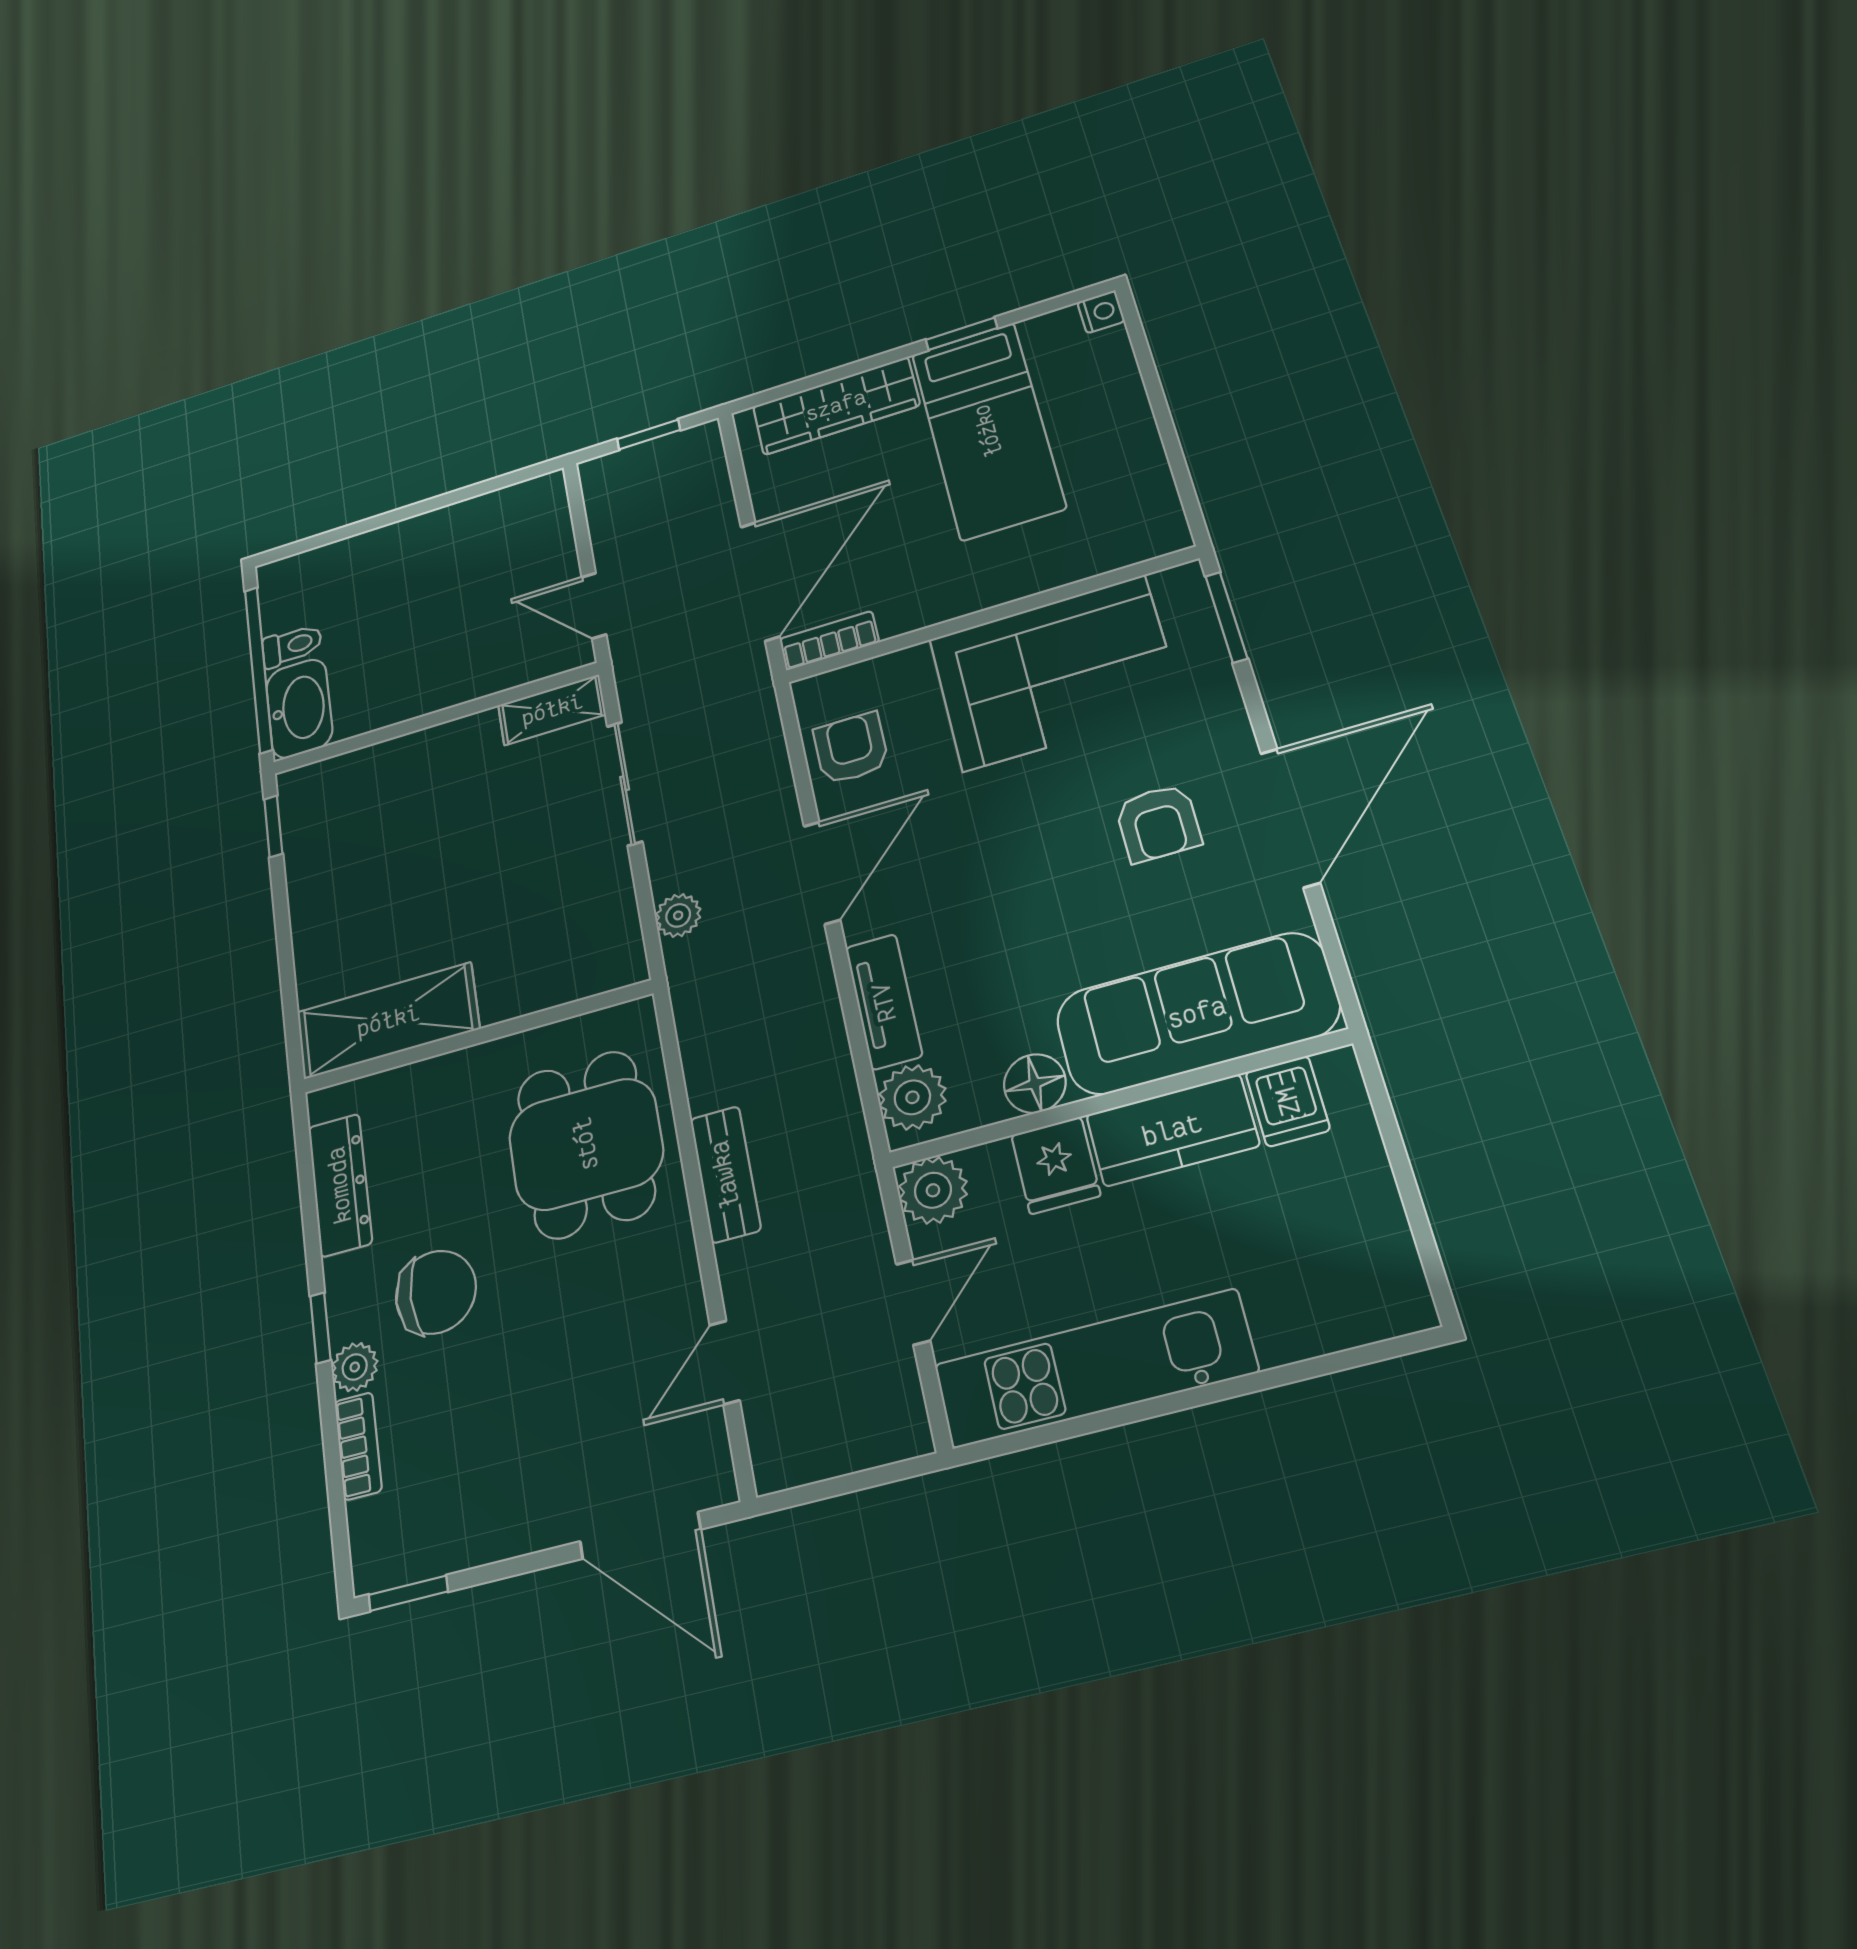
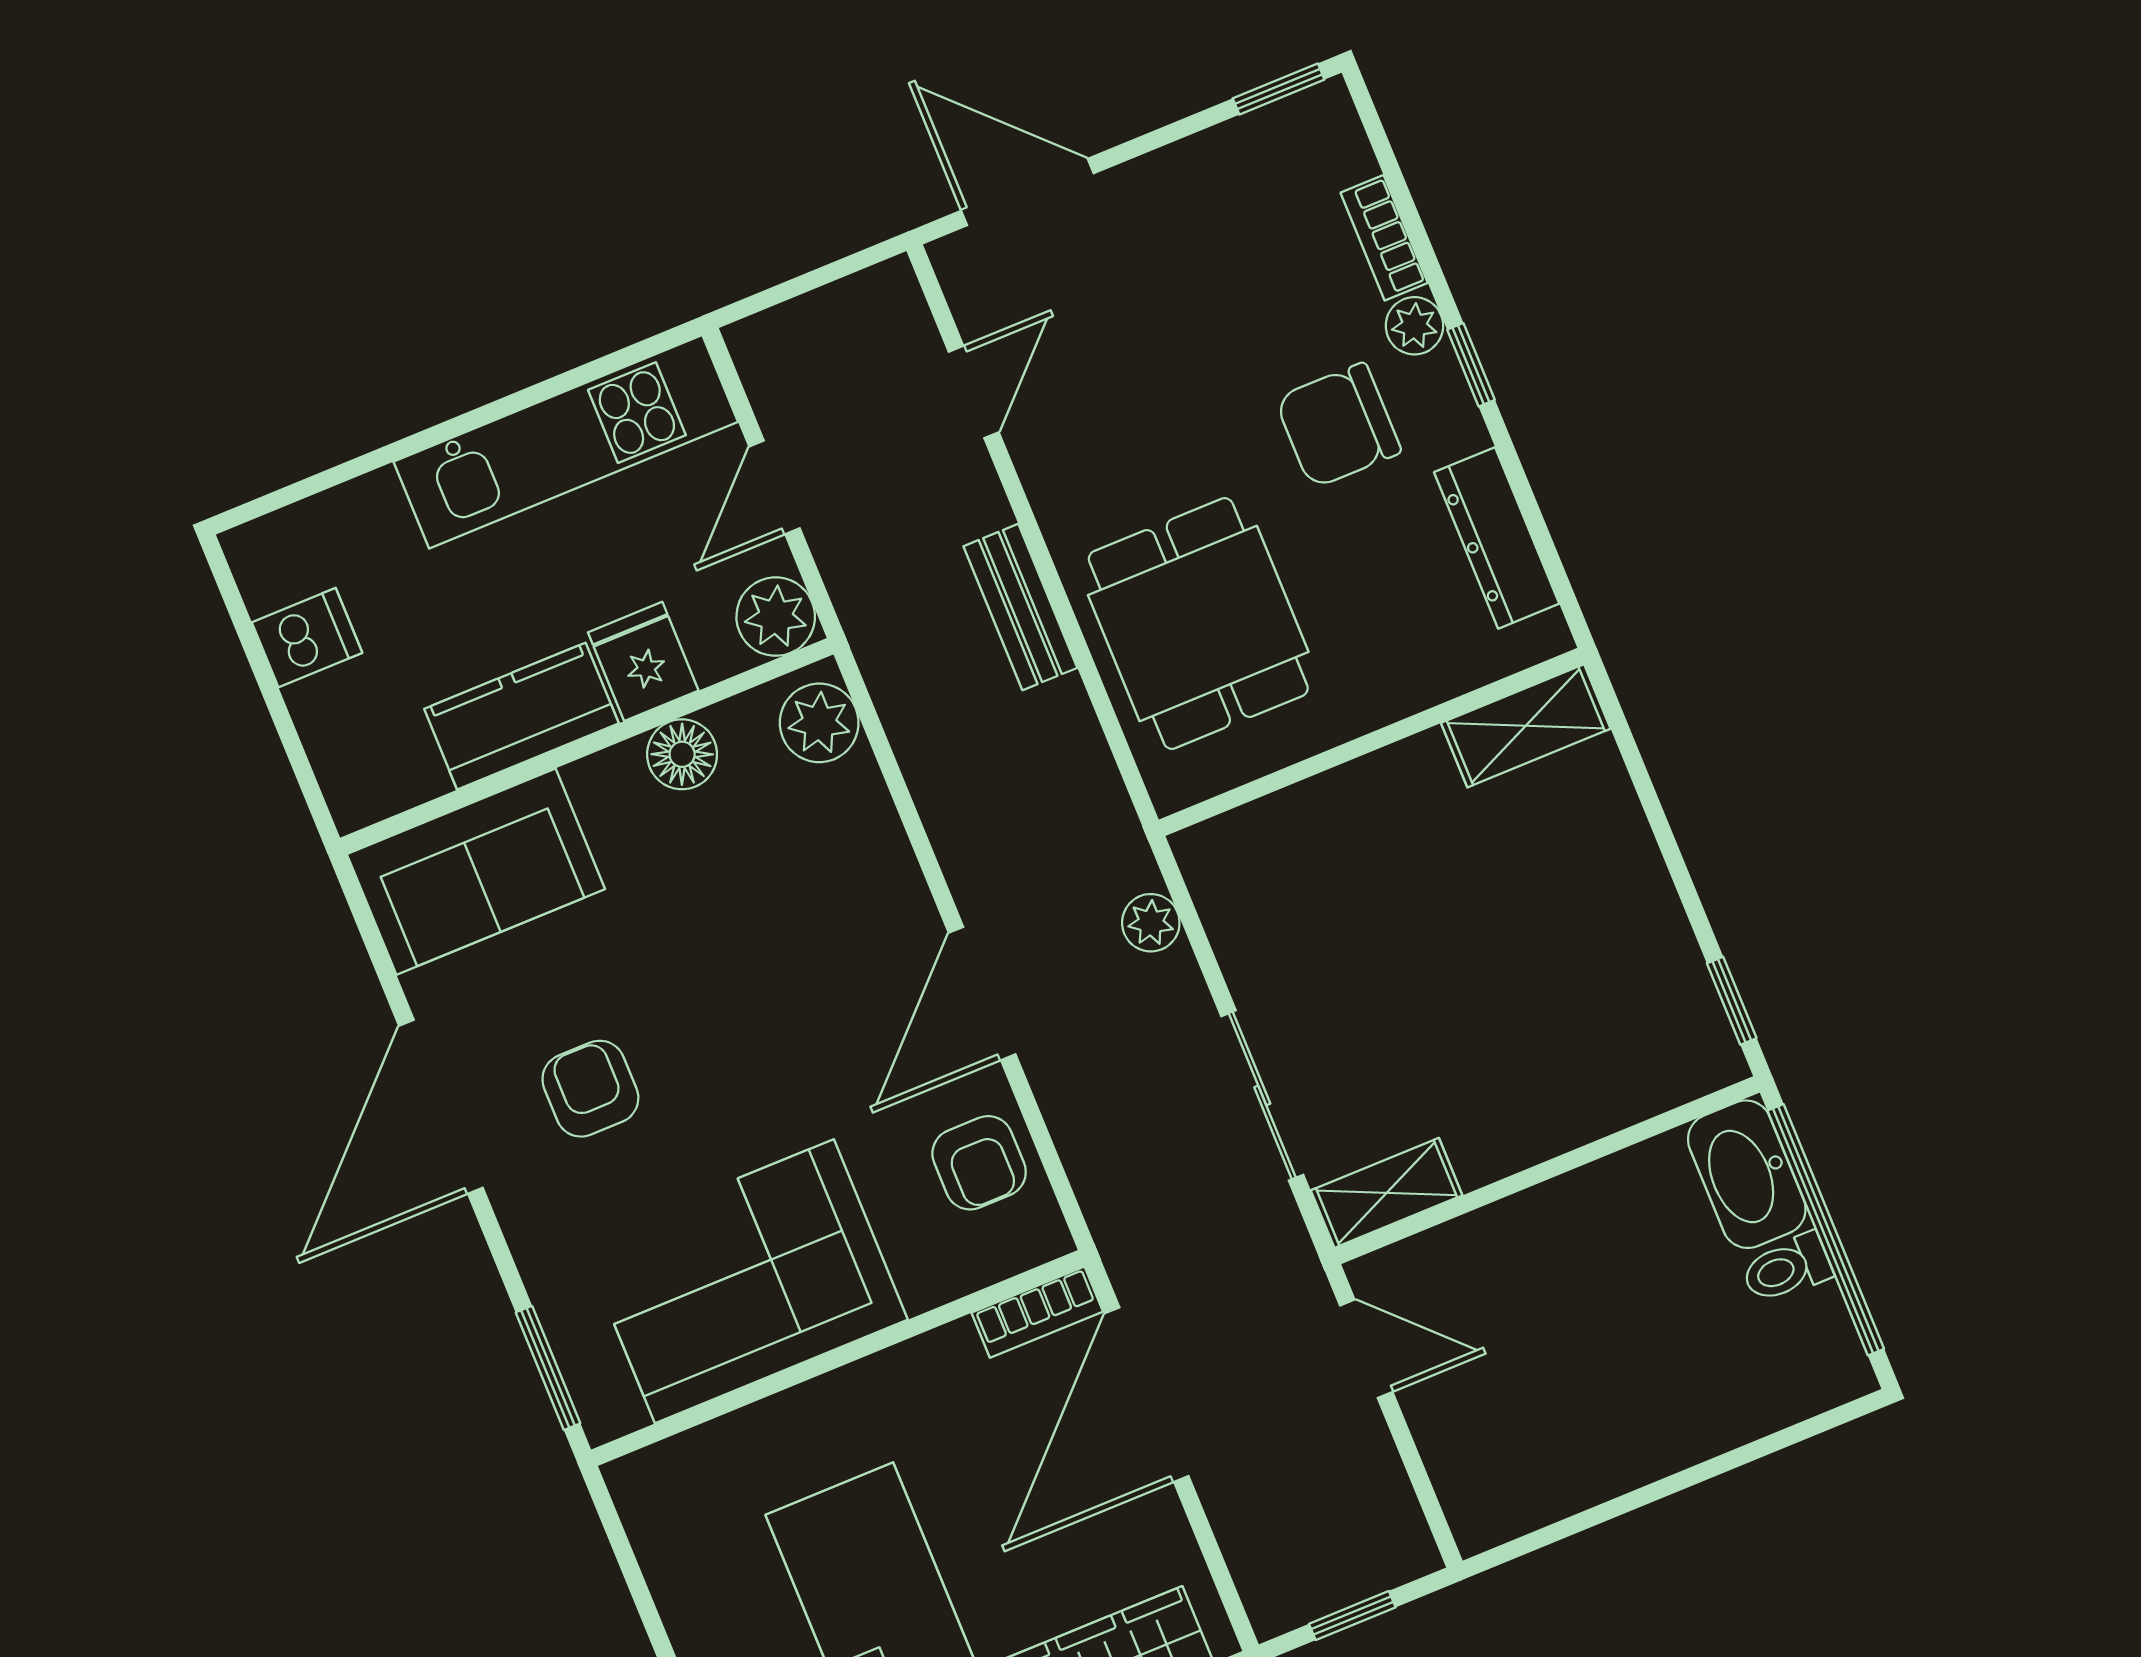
tv unit: (884, 1002) -> (875, 836), removed
sofa: (1197, 1013) -> (476, 872), width x0.73
shelving: (388, 1021) -> (1526, 726), width x0.67, depth x0.75
dishwasher: (1288, 1101) -> (307, 638), moved, turned 90

